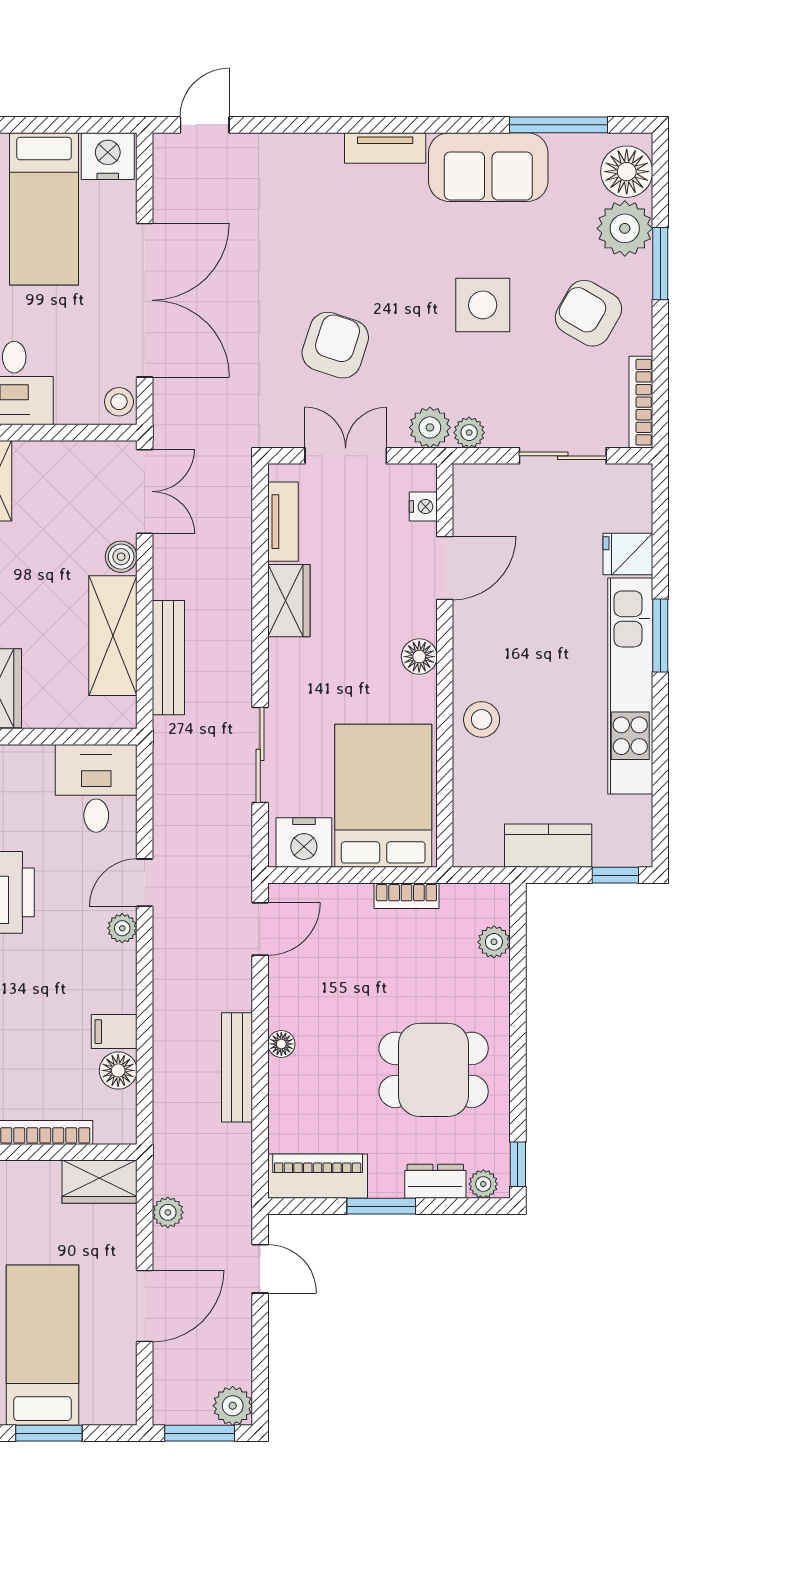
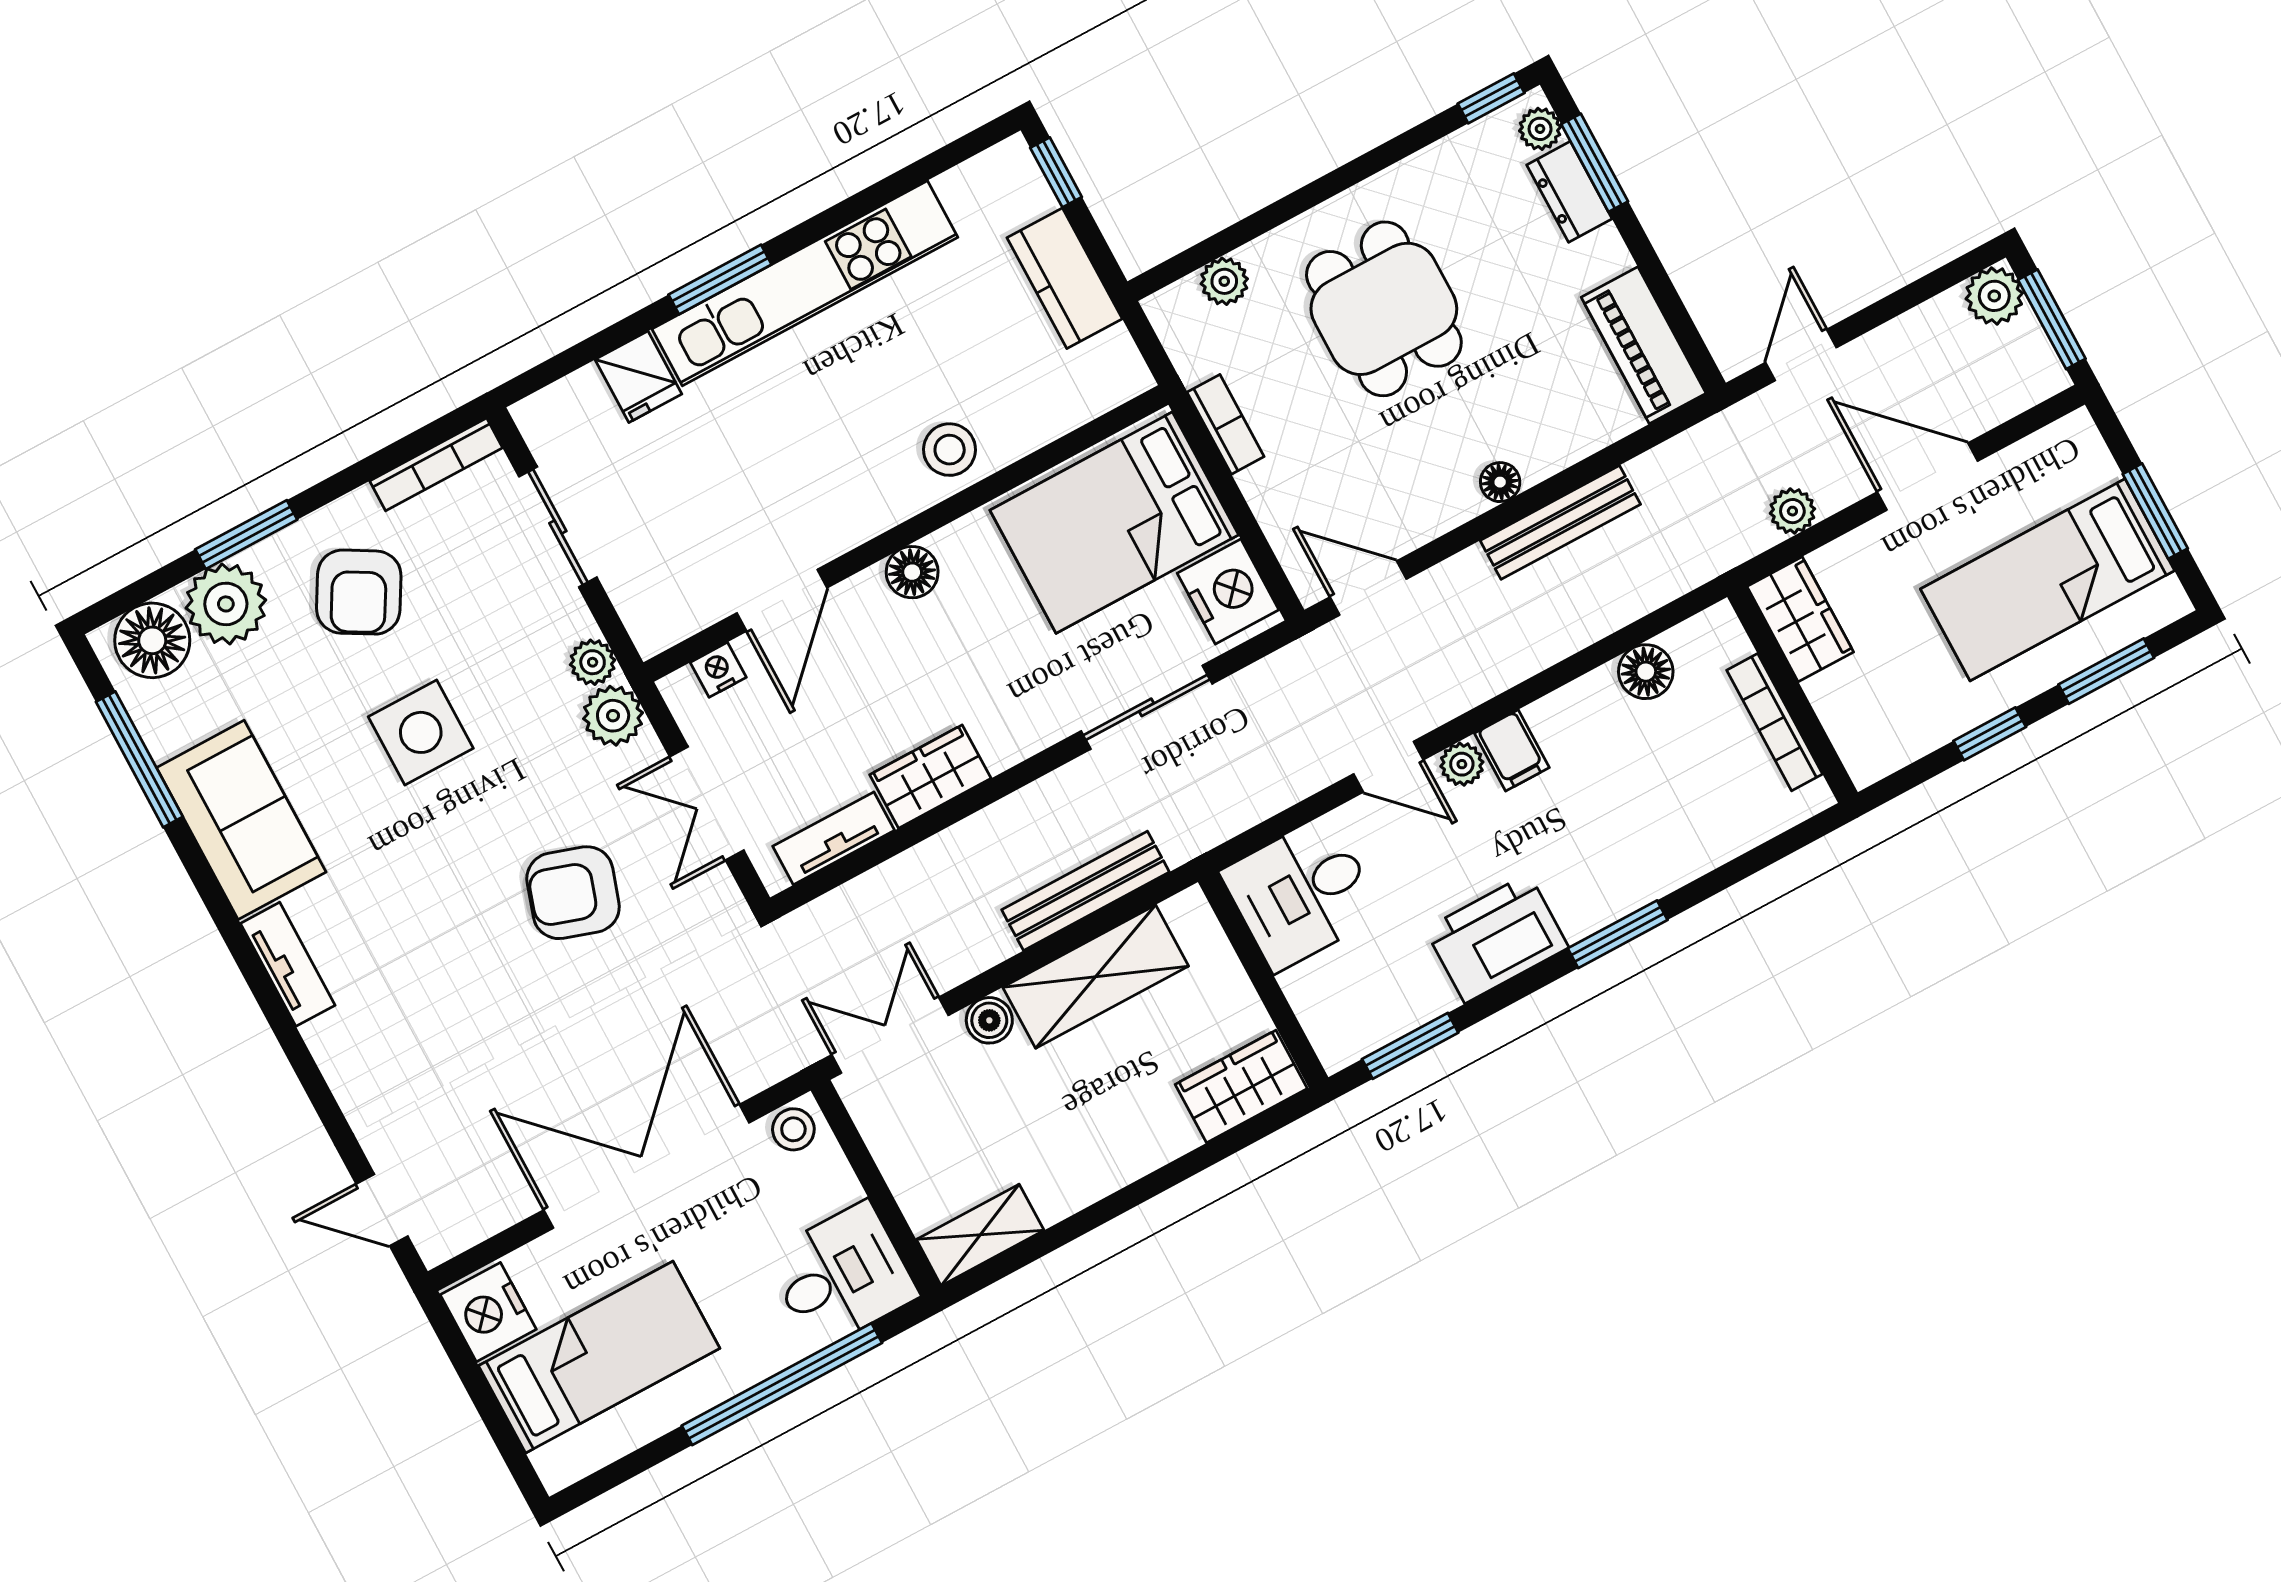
door: (445, 568) -> (782, 600), swing flipped
filing cabinet: (114, 1032) -> (1512, 750), moved
dining table: (434, 1070) -> (1384, 309), moved
window: (381, 1206) -> (1595, 163), moved

